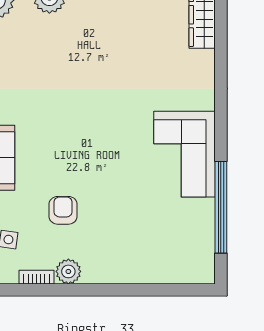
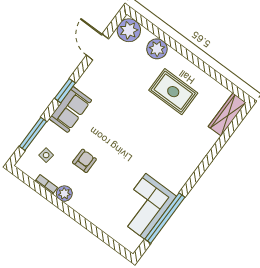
rug: (111, 37) -> (173, 92), added
corner sofa: (184, 154) -> (145, 206), moved

